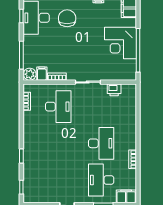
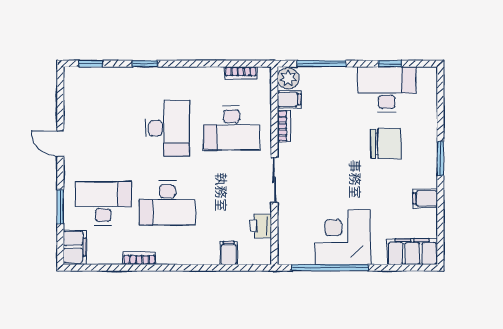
filing cabinet: (130, 108) -> (229, 253), added
desk: (58, 143) -> (167, 128), added

